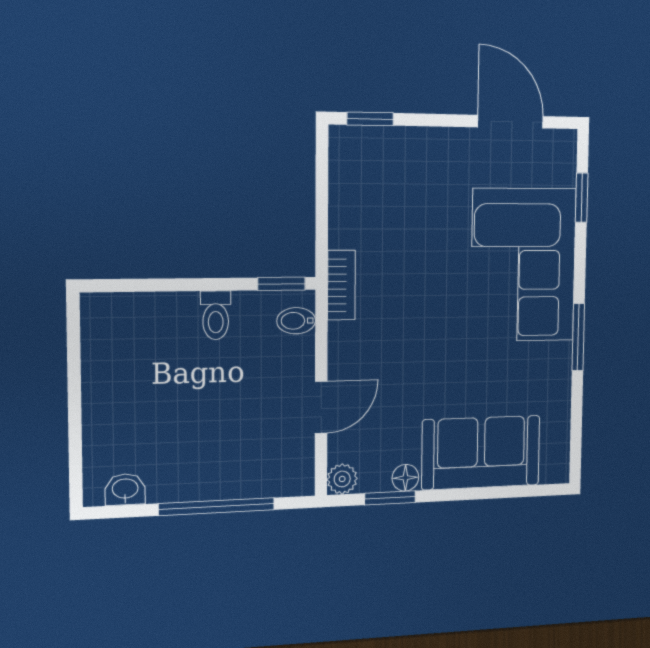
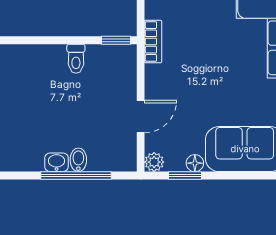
bidet: (296, 321) -> (78, 160), moved, turned 90
washbasin: (125, 489) -> (57, 162), moved

